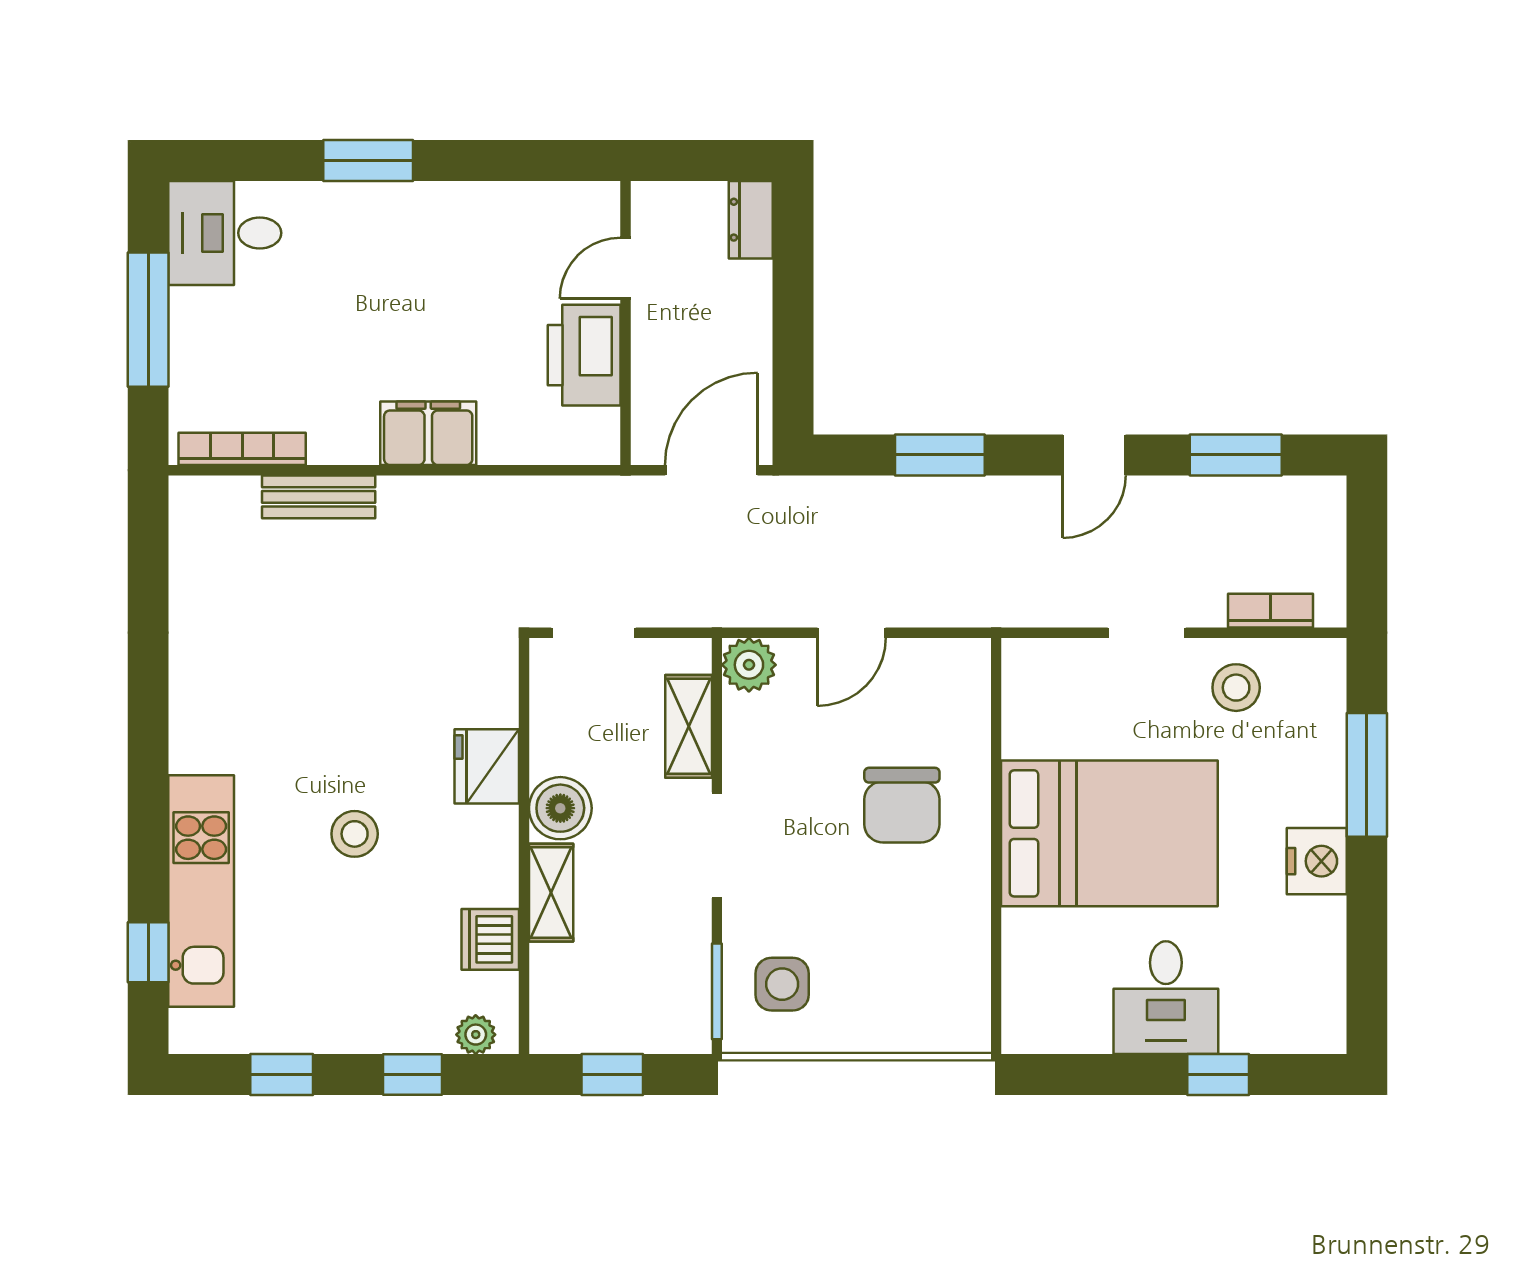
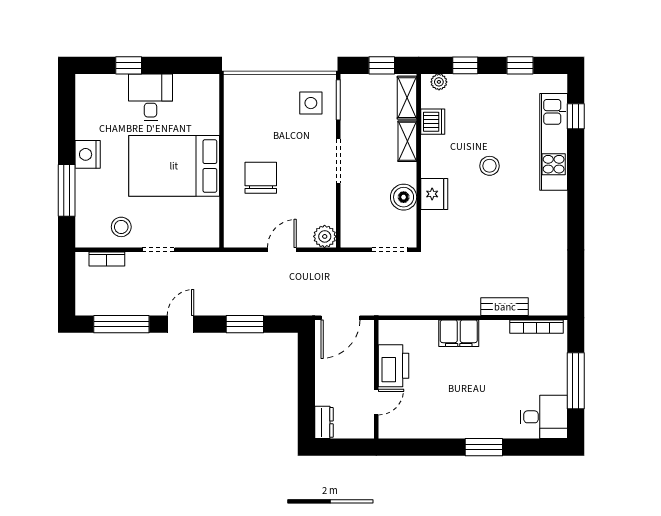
window: (1236, 455) -> (121, 324), width x1.44
shelving: (689, 726) -> (407, 98), moved
boiler: (560, 808) -> (404, 197), moved

